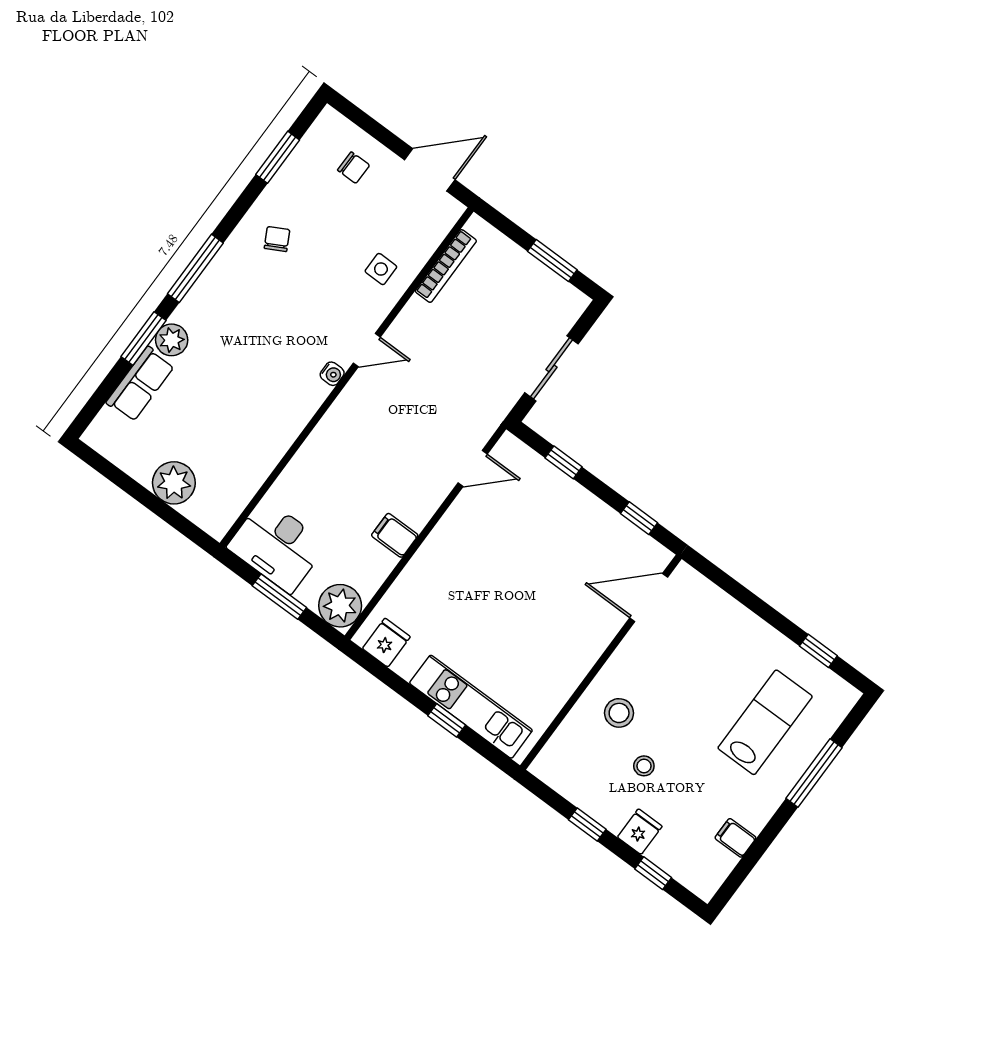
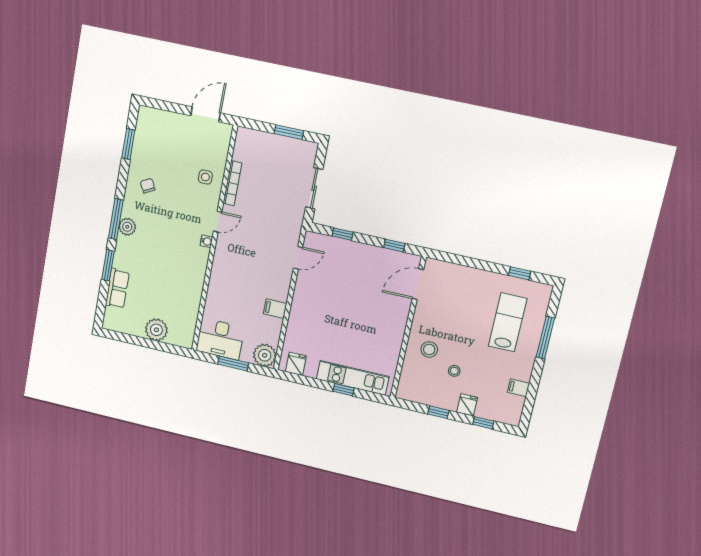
chair: (354, 168) -> (168, 131), removed
bookcase: (446, 266) -> (232, 183), moved
plant: (172, 340) -> (127, 227), moved

